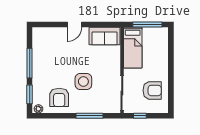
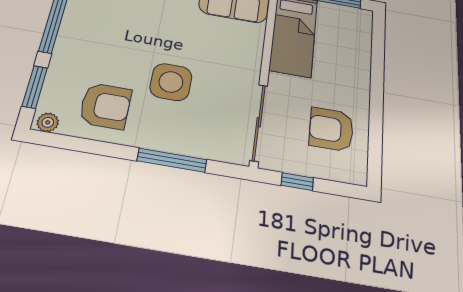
armchair: (152, 90) -> (331, 129), turned 180
armchair: (59, 97) -> (105, 106), turned -90

